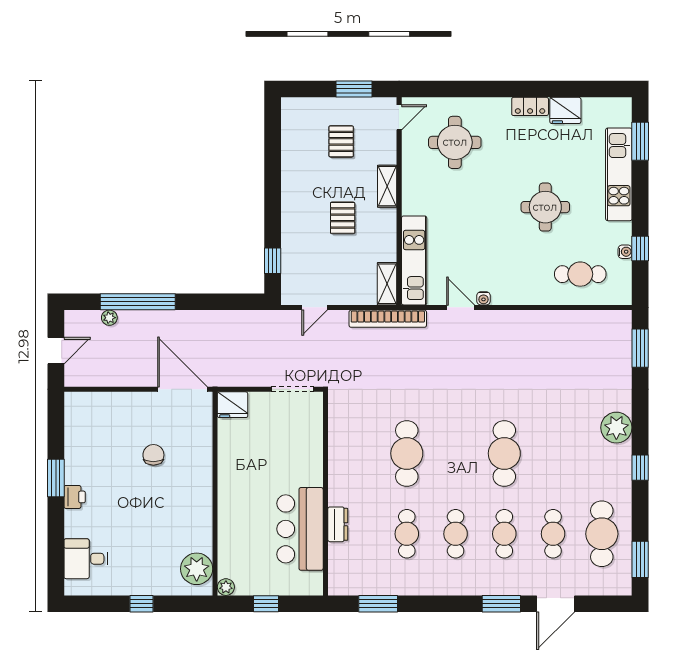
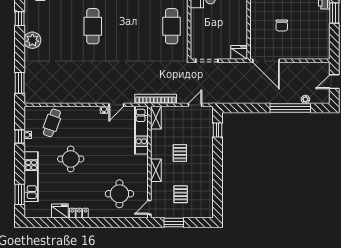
cafe table: (580, 274) -> (52, 123), turned -70
door: (461, 307) -> (116, 105), hinge flipped
cafe table: (407, 453) -> (172, 26), moved

